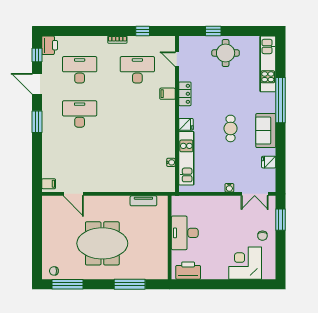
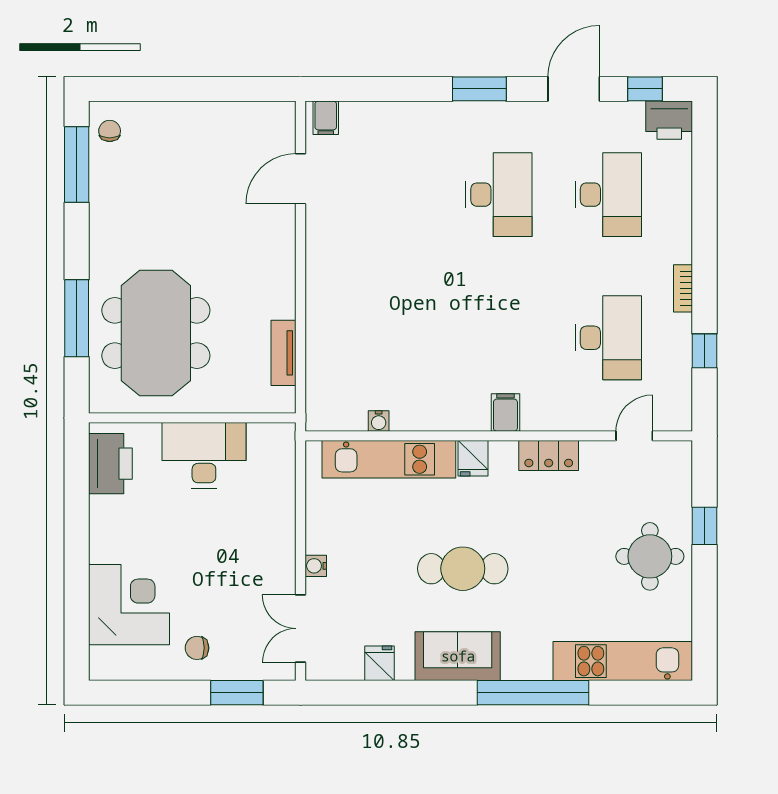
filing cabinet: (167, 94) -> (505, 412), moved
cafe table: (231, 128) -> (463, 569), width x1.37, depth x1.35
meeting table: (102, 243) -> (156, 333), moved

